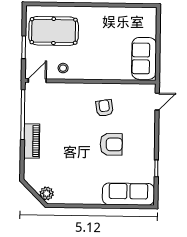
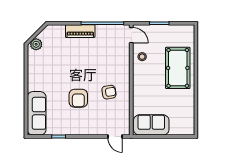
pool table: (54, 31) -> (178, 68), moved

